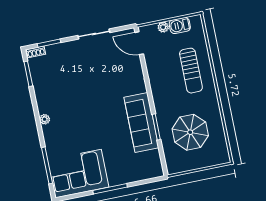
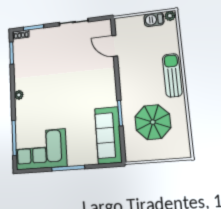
plant: (163, 27) -> (170, 16), moved
door: (139, 43) -> (115, 46), moved
sun lounger: (191, 71) -> (172, 75), moved, turned 180
sofa: (141, 123) -> (108, 135), moved

